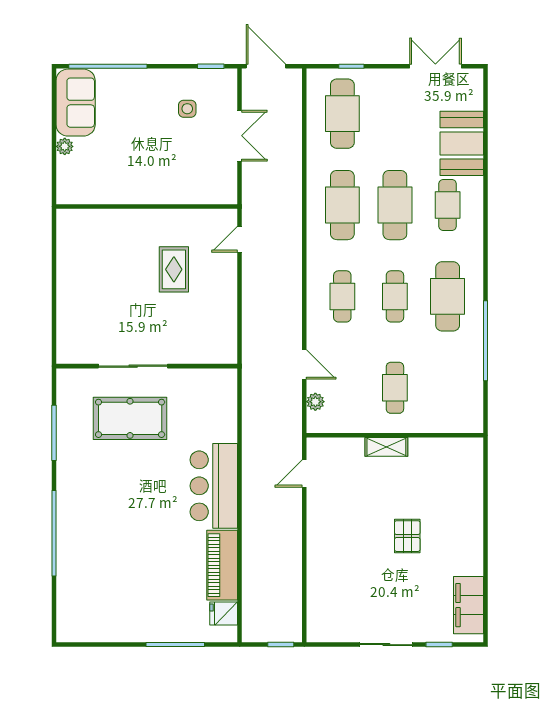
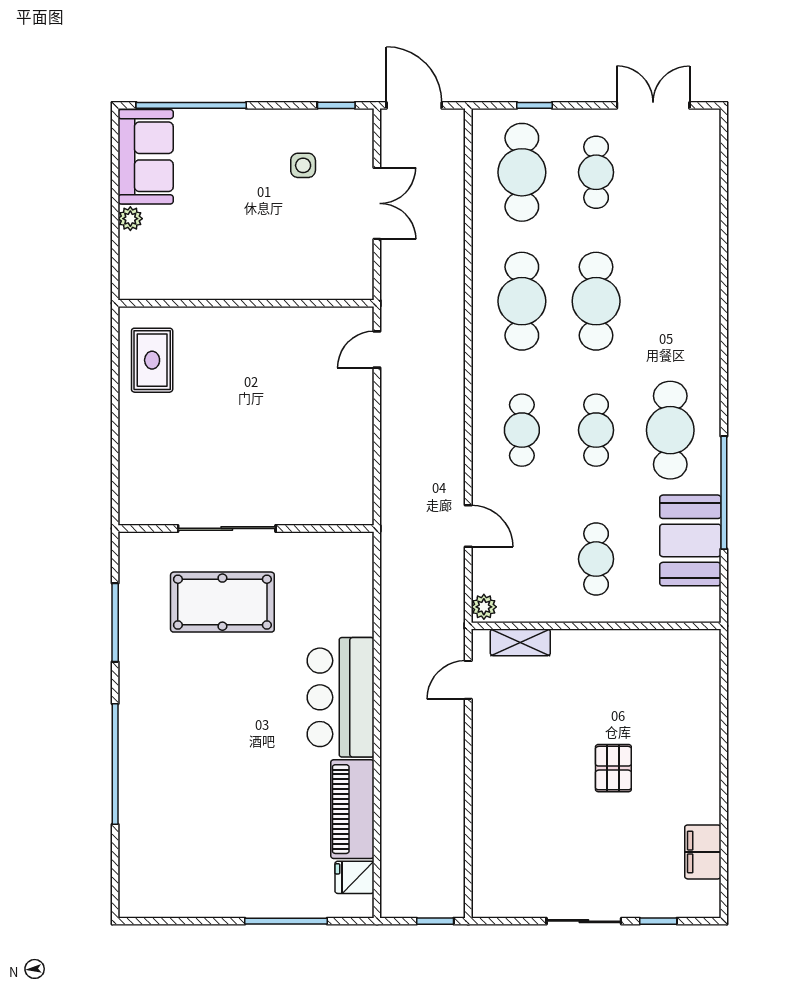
booth: (462, 143) -> (690, 540), moved
cafe table: (448, 205) -> (596, 172), moved
rug: (174, 269) -> (152, 360), moved
plant: (315, 402) -> (484, 607), moved
shelving: (386, 447) -> (520, 642), moved
filing cabinet: (468, 605) -> (703, 852), width x0.67, depth x0.86

